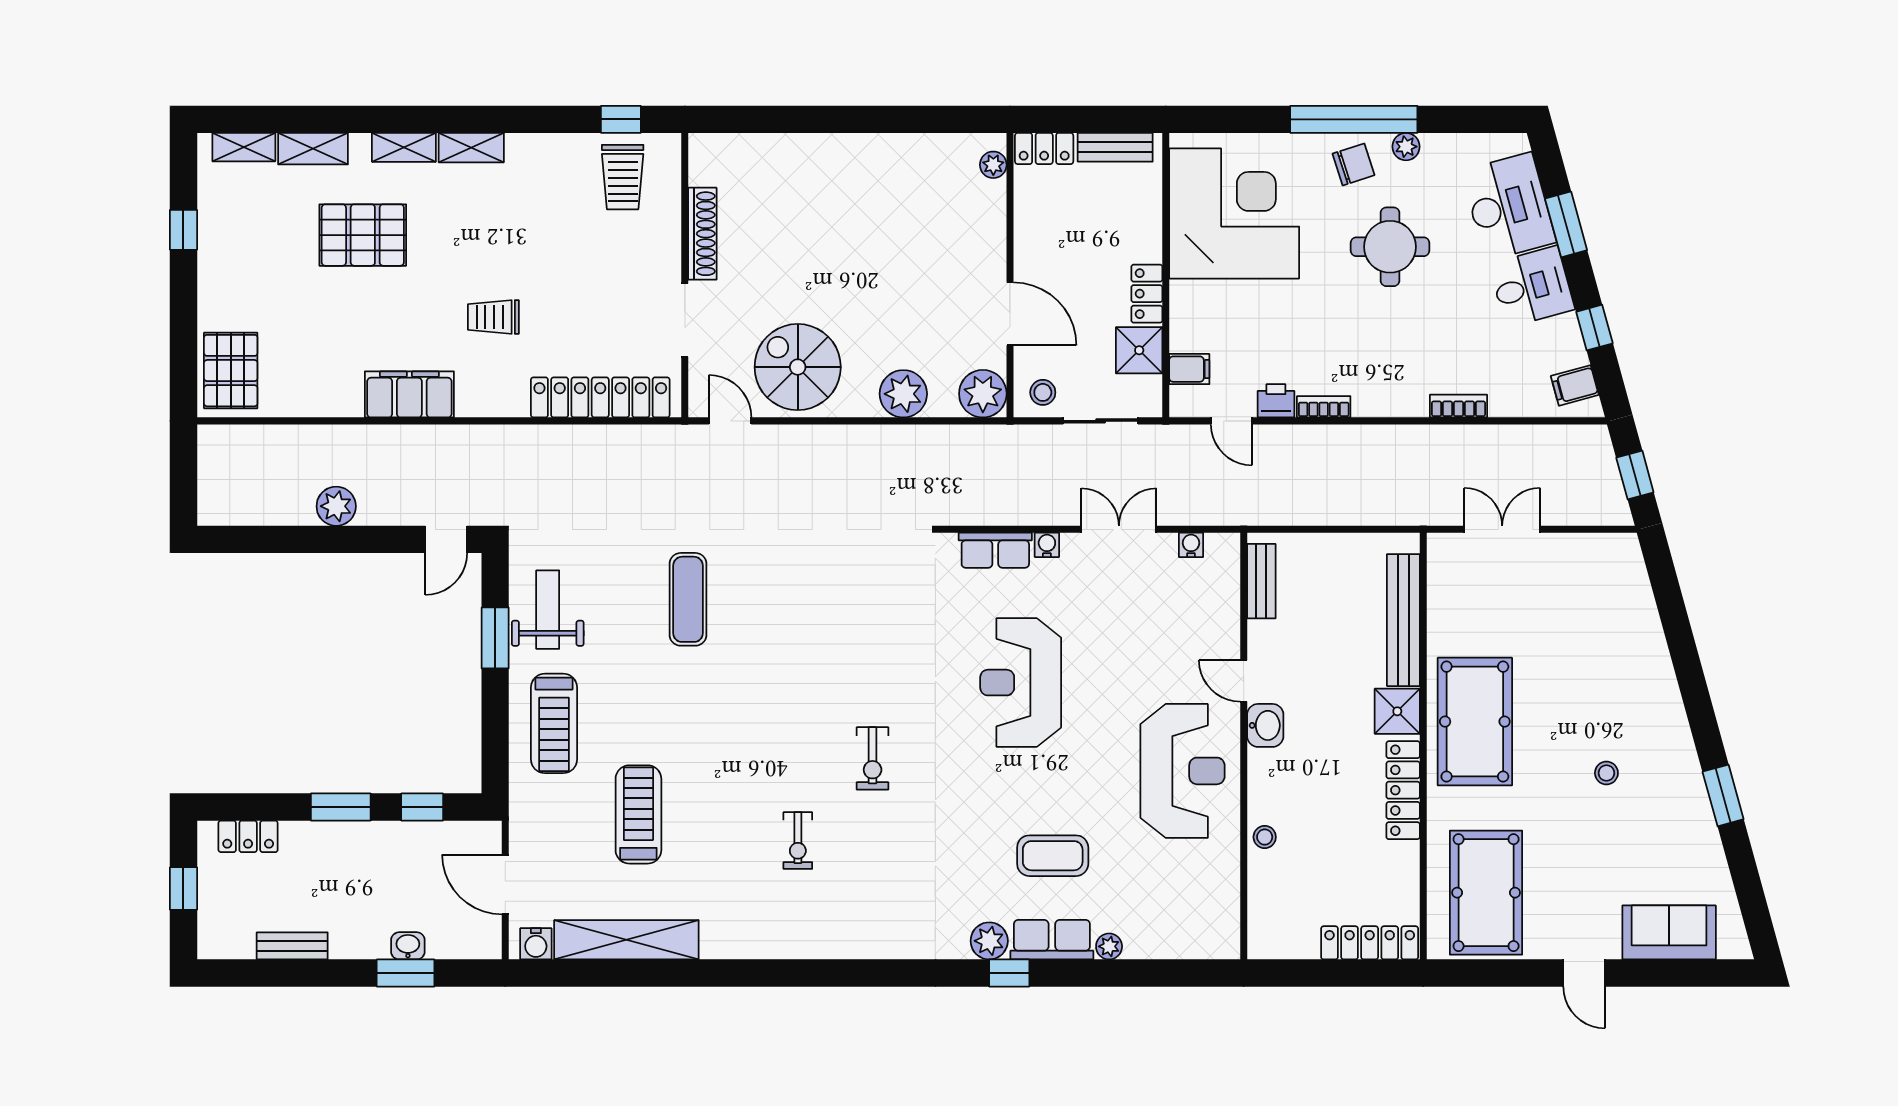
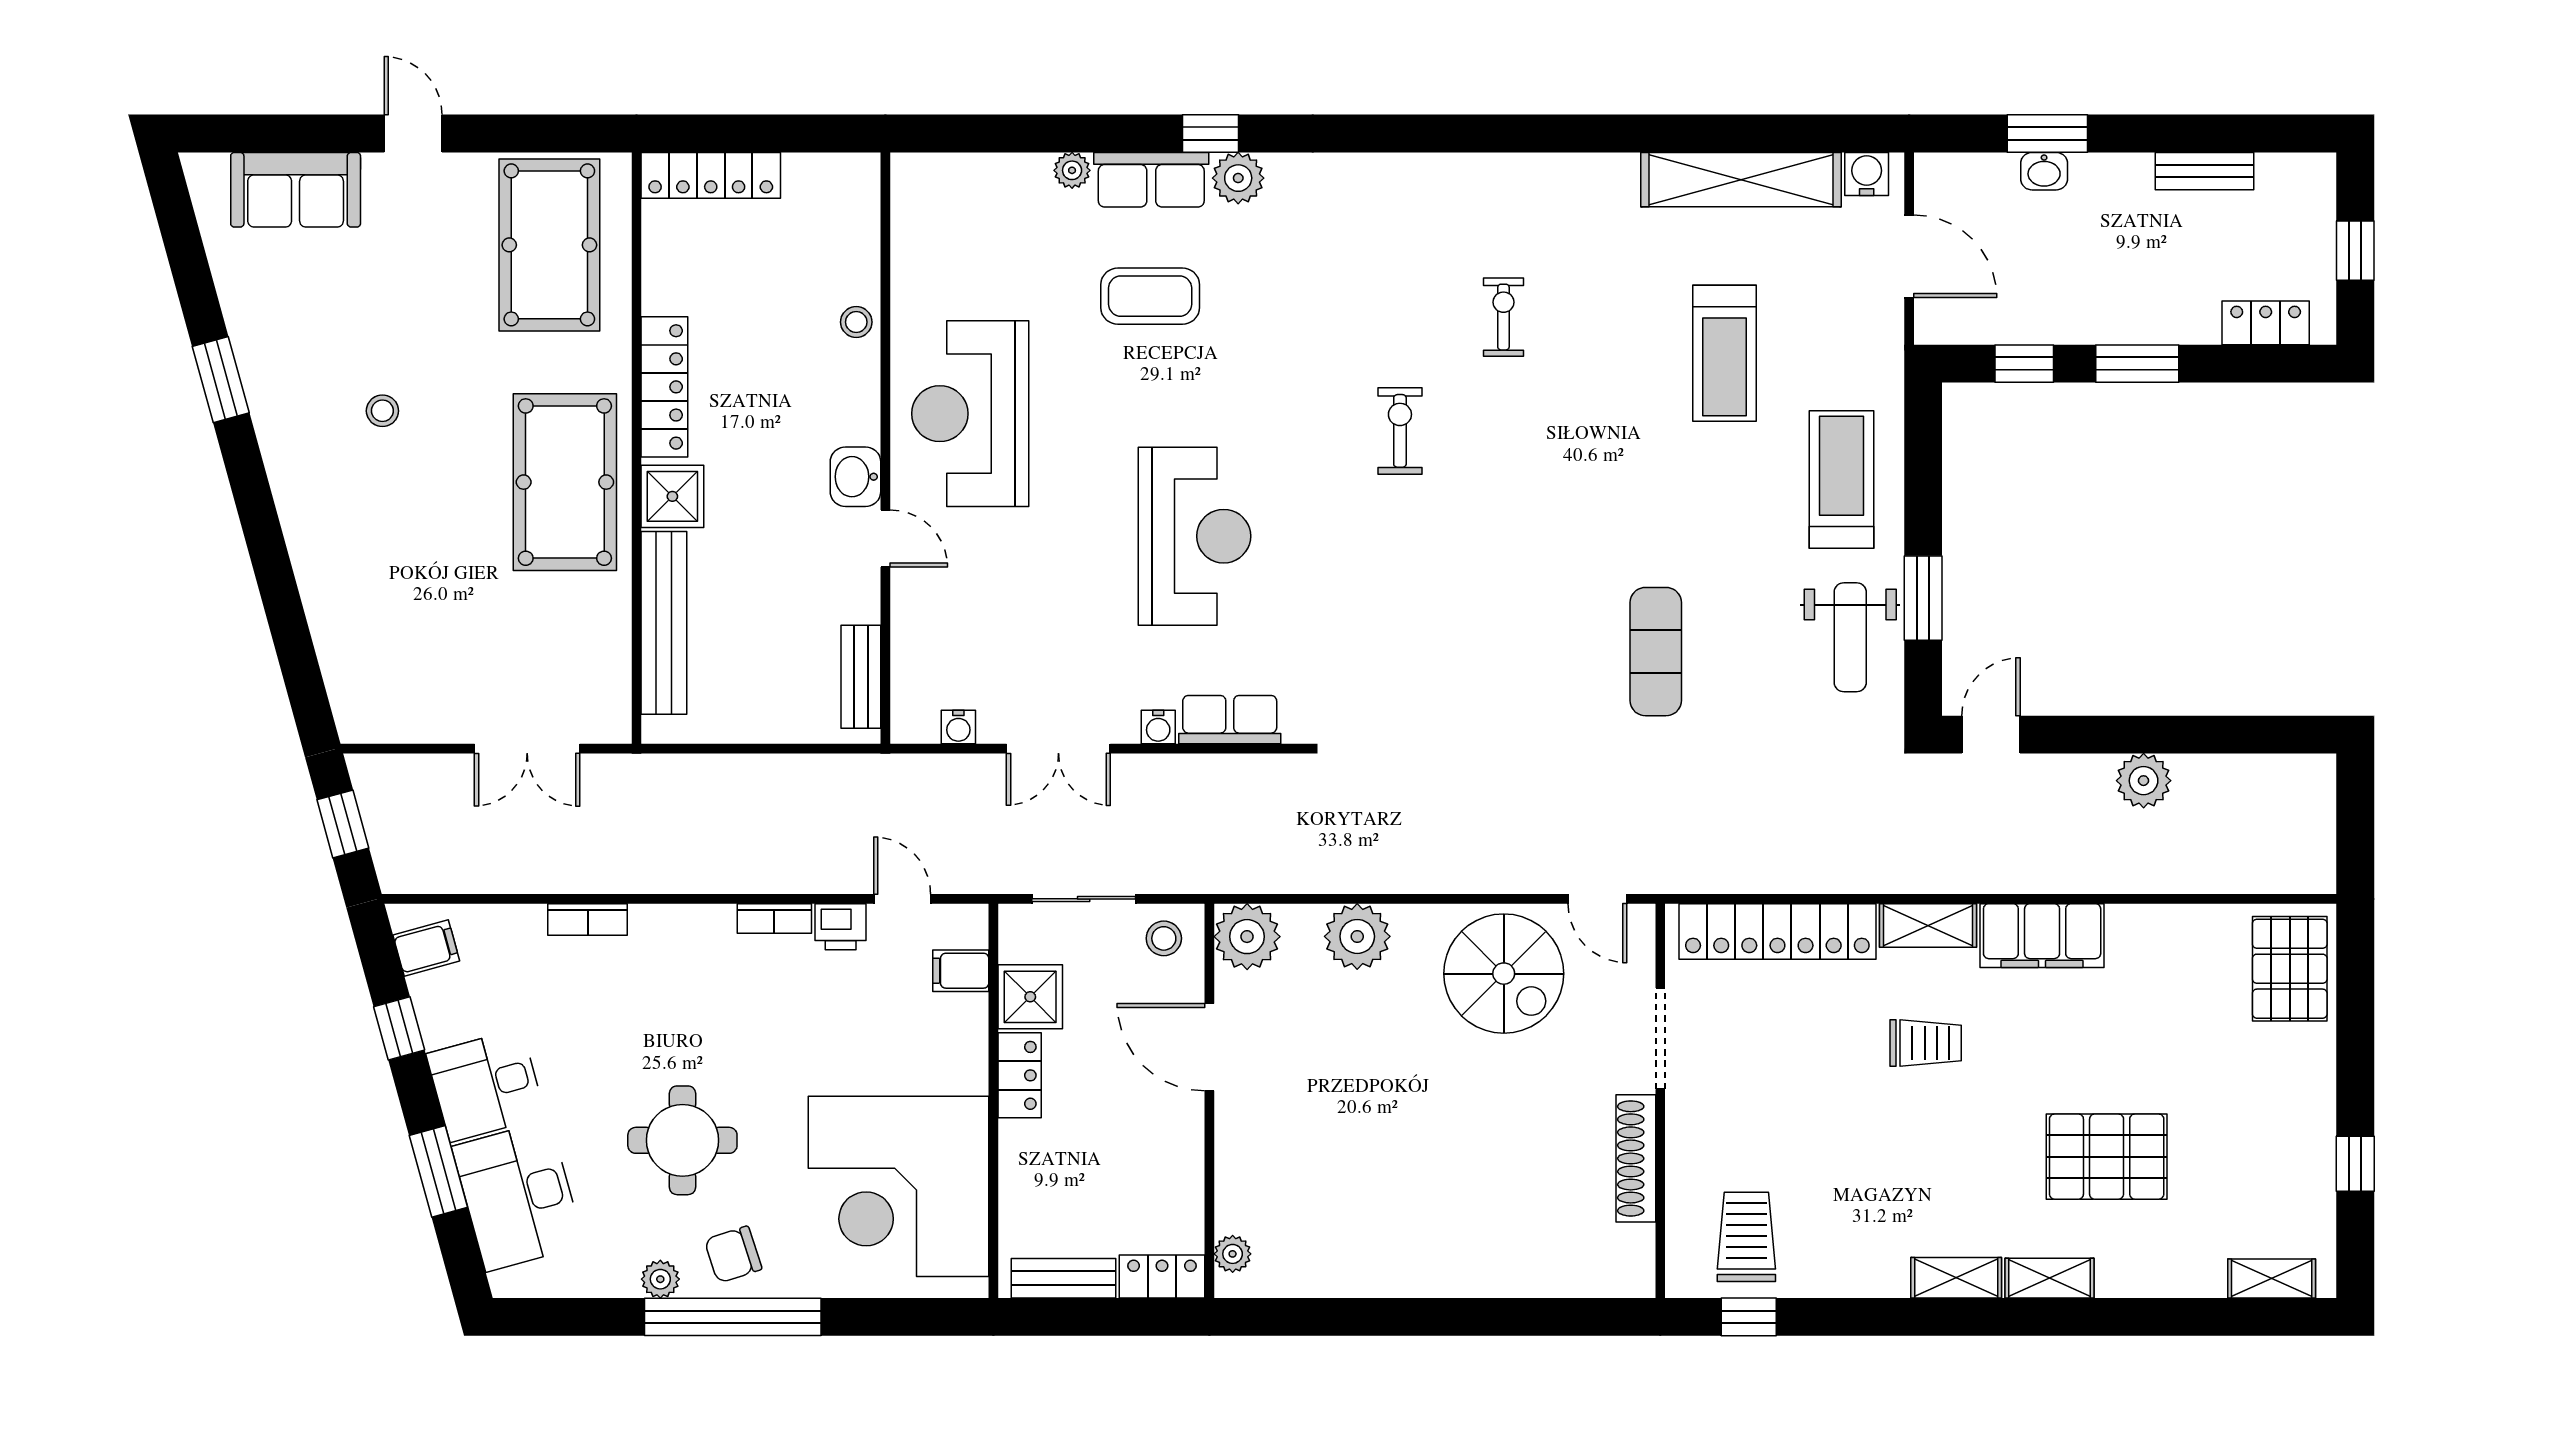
shelving: (313, 149) -> (1928, 925), moved

